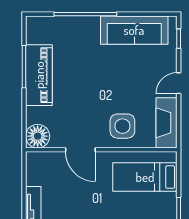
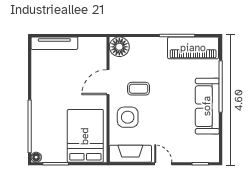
sofa: (134, 30) -> (207, 106), moved
piano: (39, 75) -> (193, 48), moved
coffee table: (88, 113) -> (139, 89), added
bed: (145, 177) -> (85, 136), width x1.50

